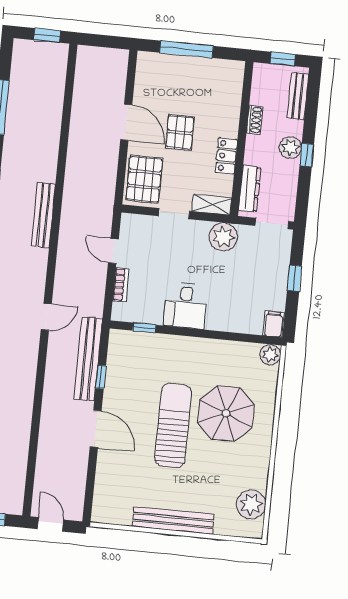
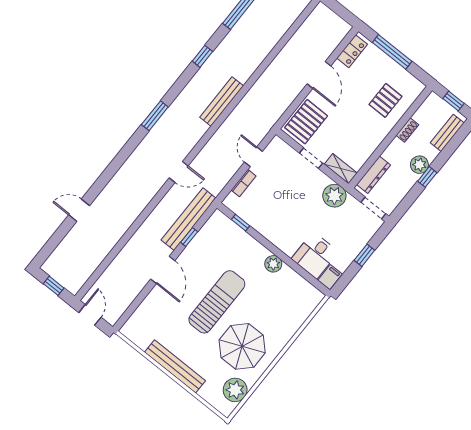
pallet: (180, 132) -> (386, 100), moved
locker: (226, 156) -> (352, 51), moved, turned 180
desk: (186, 306) -> (315, 255), moved
plant: (270, 355) -> (273, 264), moved
parasol: (226, 413) -> (242, 346), moved

